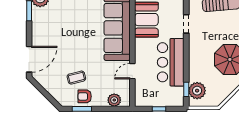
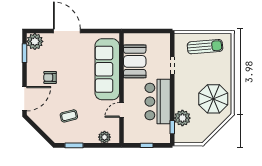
plant: (197, 91) -> (182, 118), moved
armchair: (85, 96) -> (50, 77), moved

